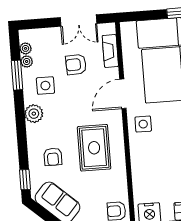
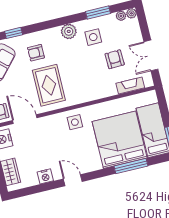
plant: (27, 61) -> (131, 13), moved
door: (123, 94) -> (25, 119), moved
rug: (94, 148) -> (49, 85), turned 90

